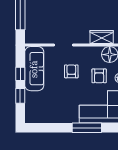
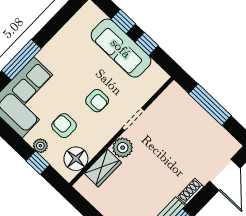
plant: (82, 37) -> (123, 148), added
sofa: (34, 69) -> (121, 48), moved

